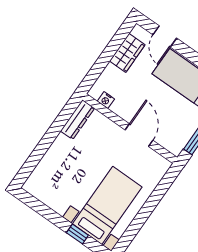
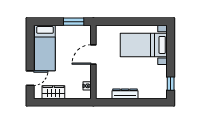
dresser: (77, 120) -> (125, 94), moved
window: (77, 234) -> (171, 84), moved

